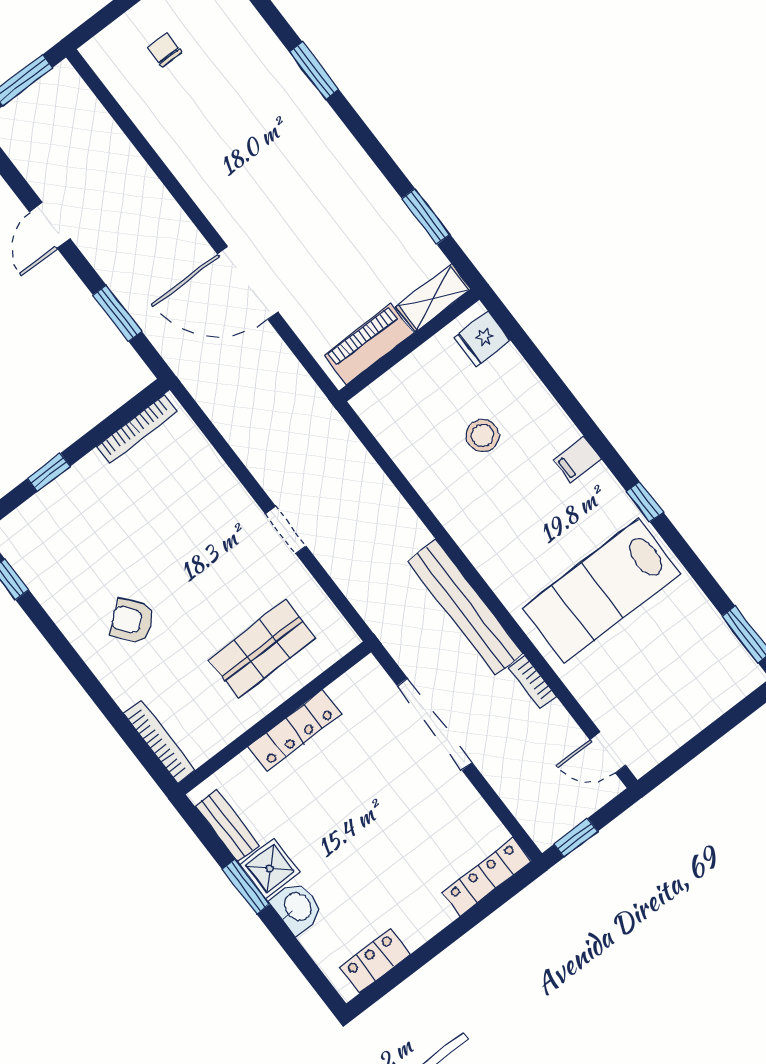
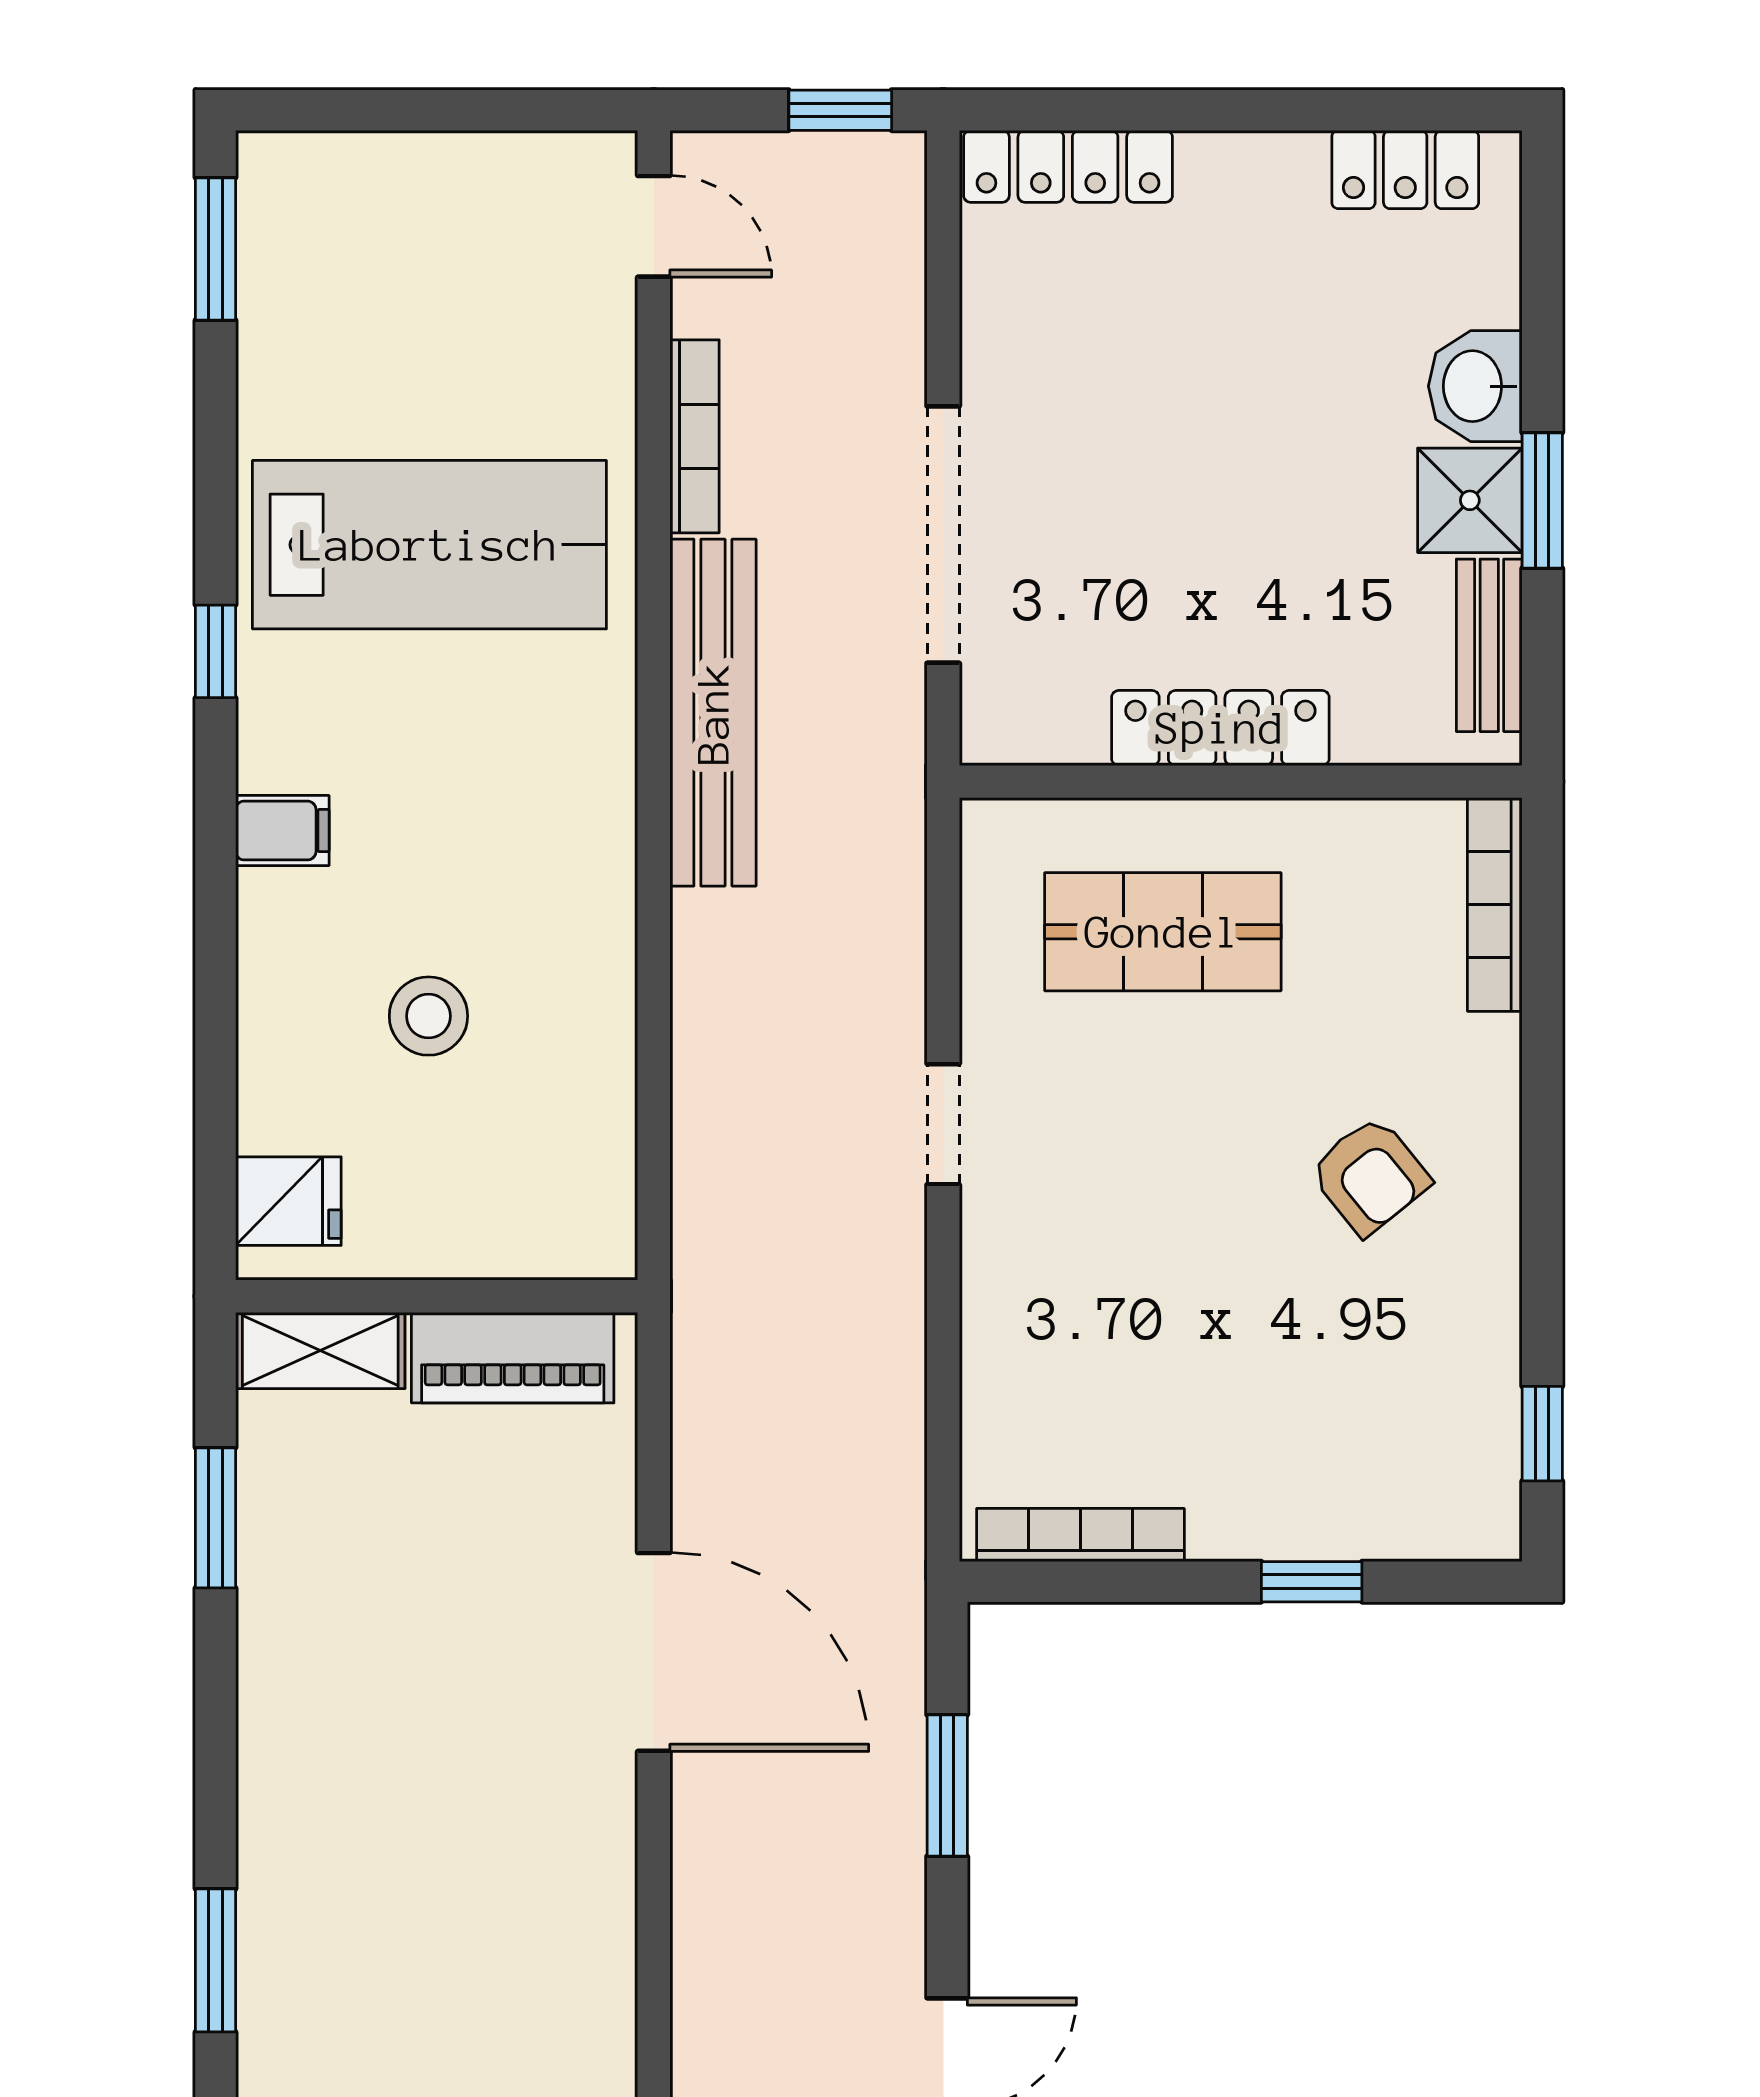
bookcase: (533, 682) -> (694, 436), width x1.56

